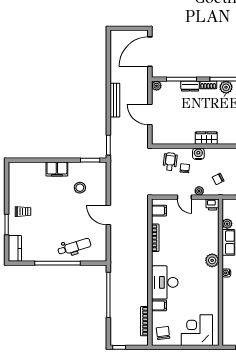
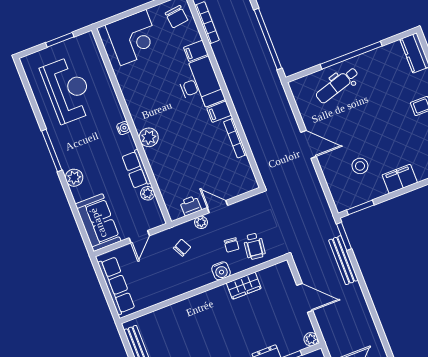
bench: (115, 100) -> (343, 260), moved
wardrobe: (206, 138) -> (244, 286), moved
printer: (213, 205) -> (191, 206), moved
filing cabinet: (159, 211) -> (219, 112), moved

